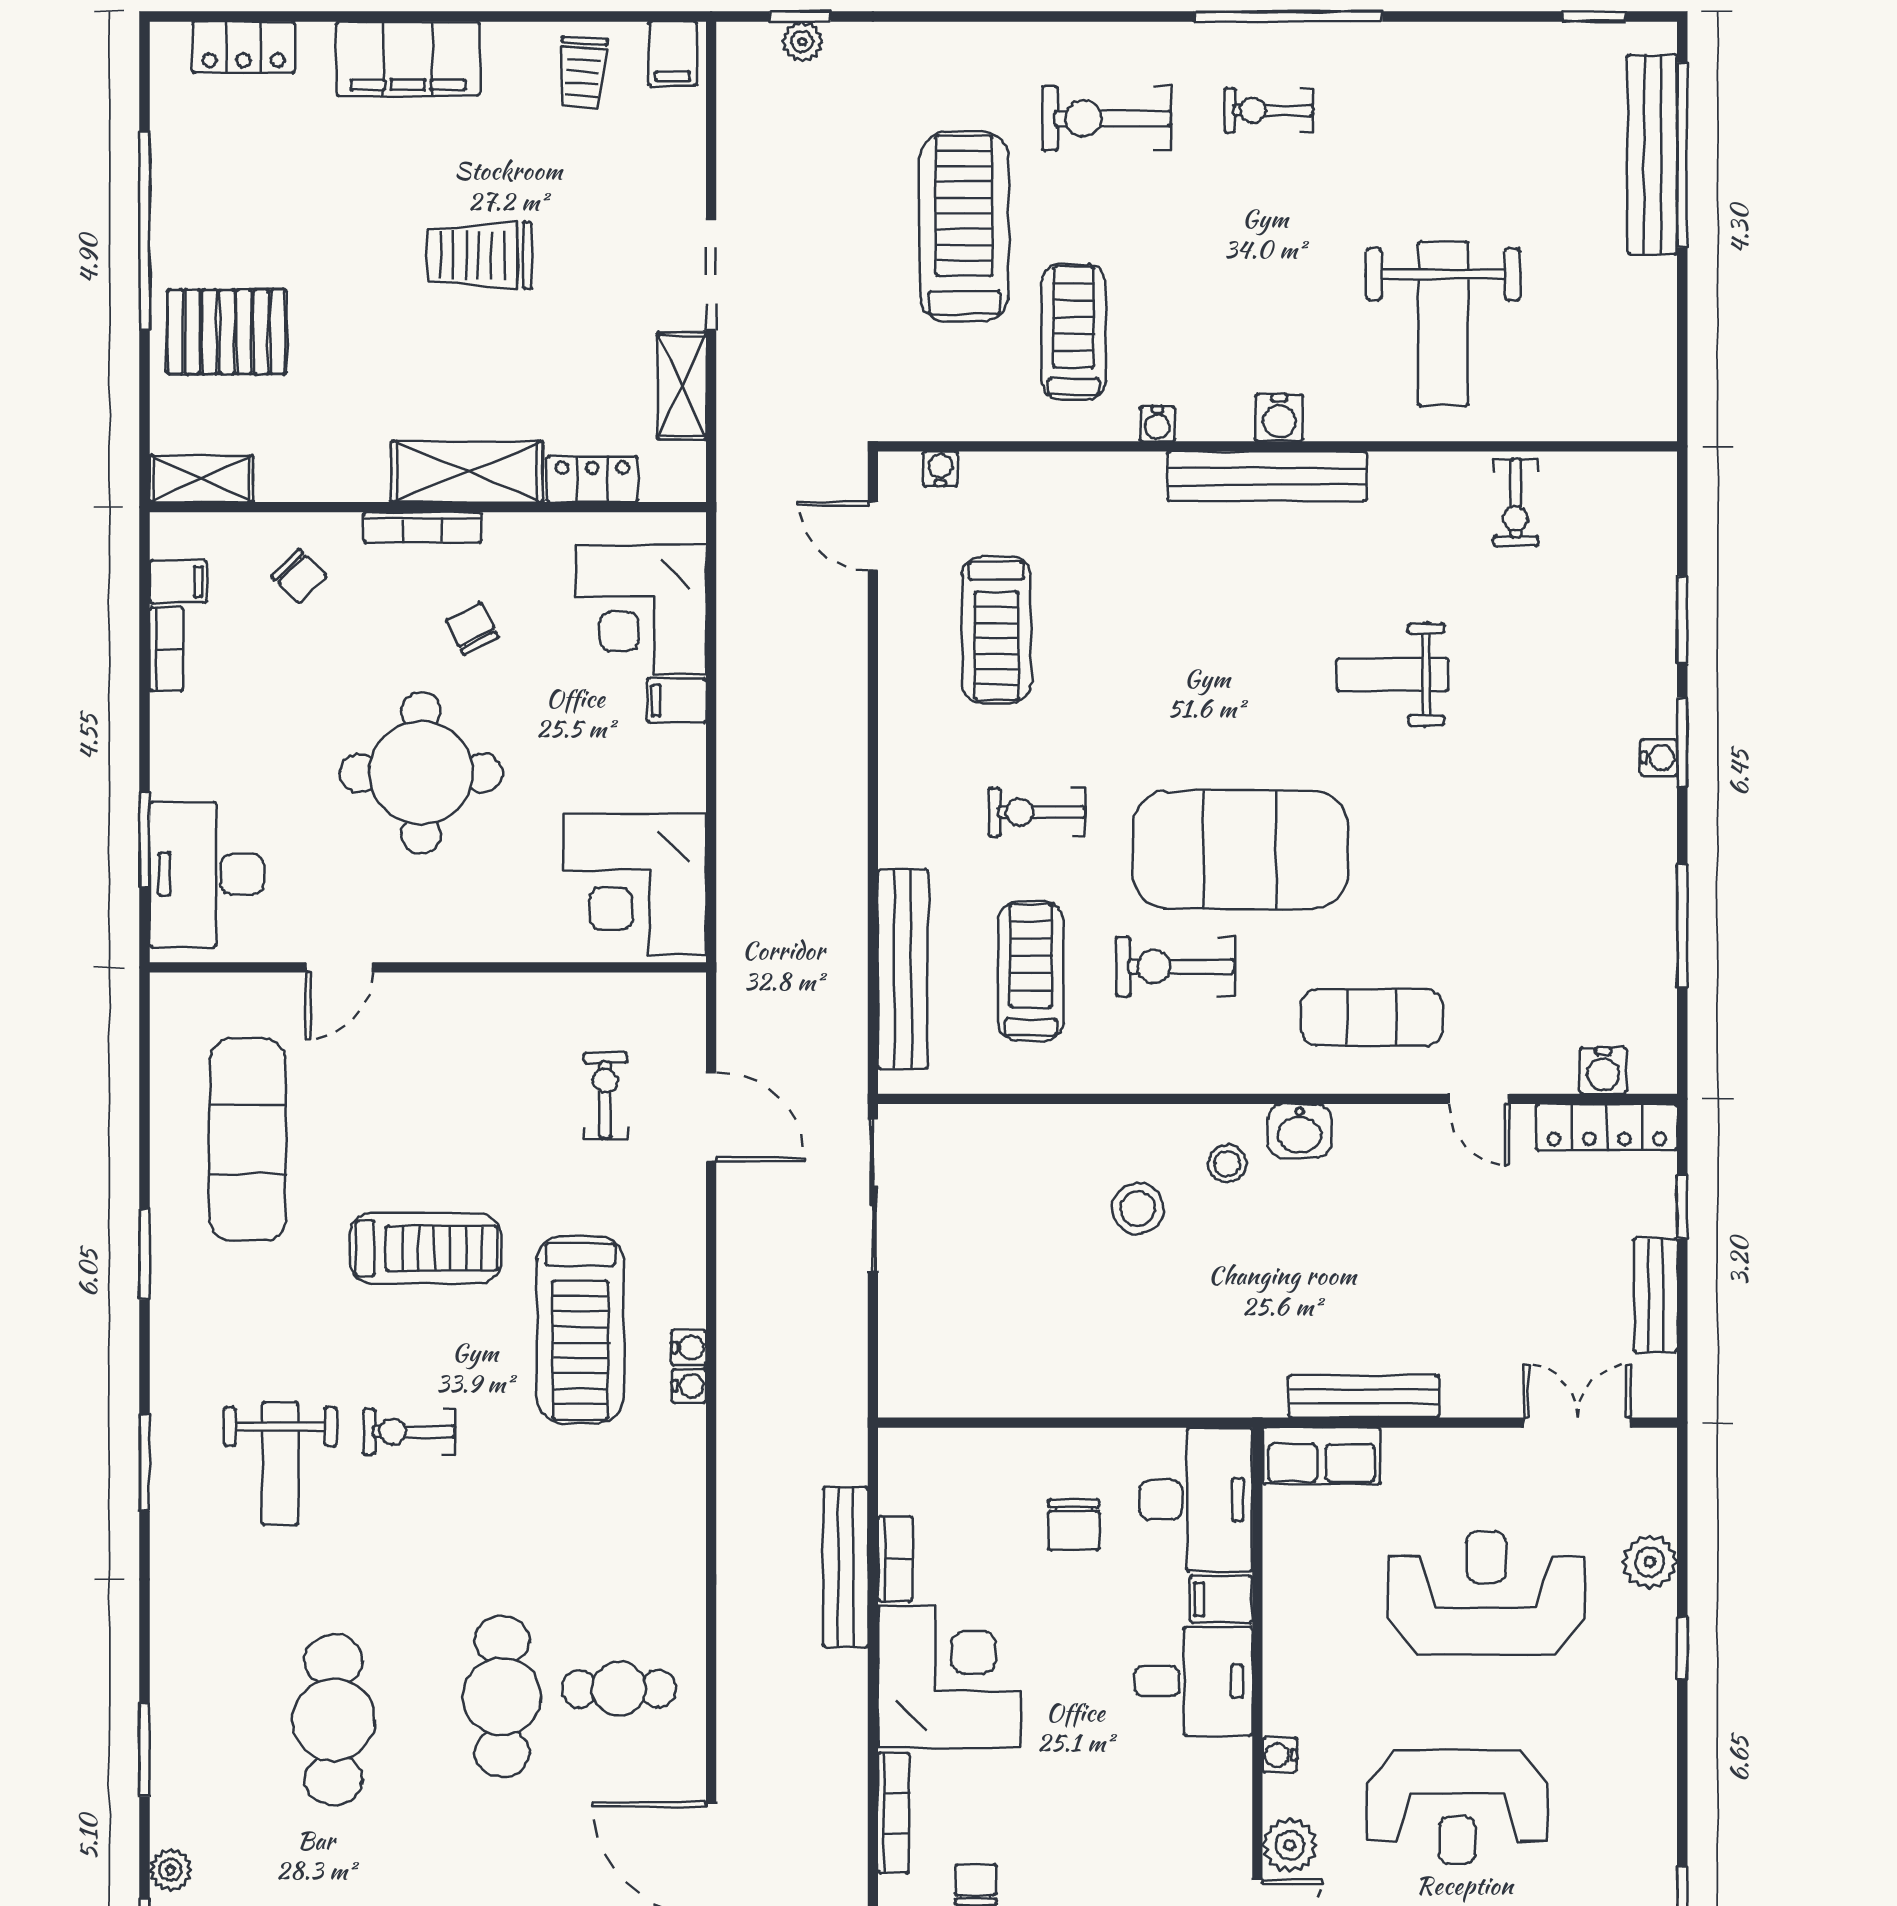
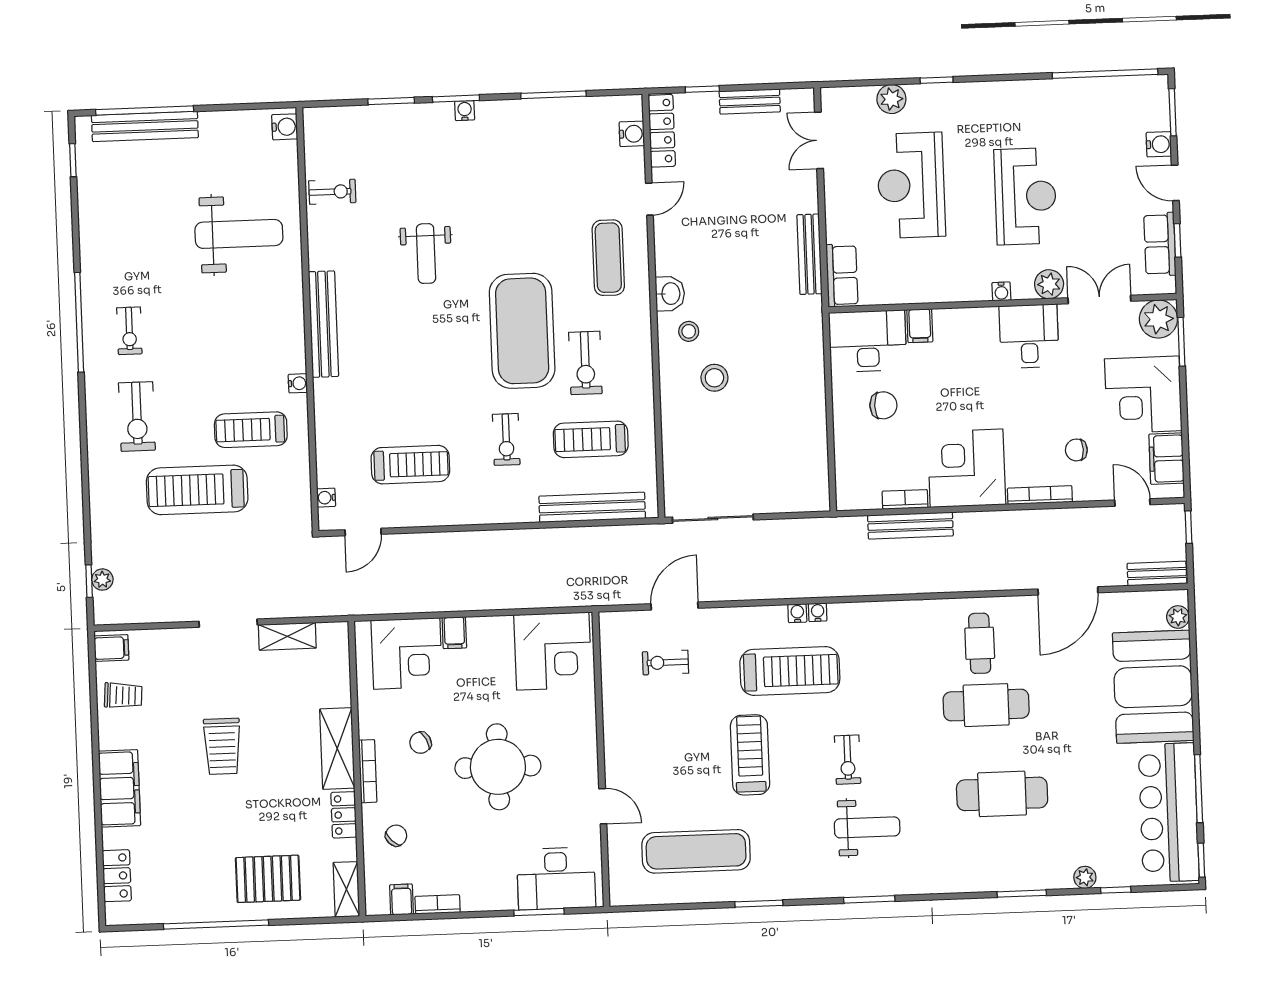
pallet: (227, 332) -> (268, 879), turned 90
water cooler: (1279, 418) -> (285, 127), moved
locker: (592, 479) -> (344, 815), moved
desk: (1193, 1681) -> (1029, 336), moved

